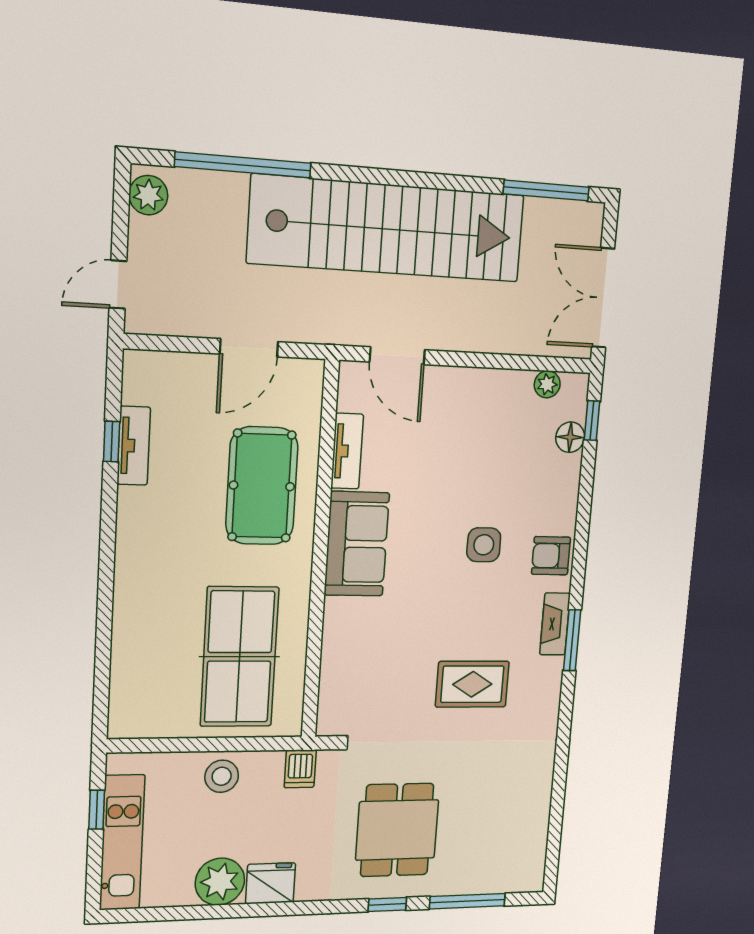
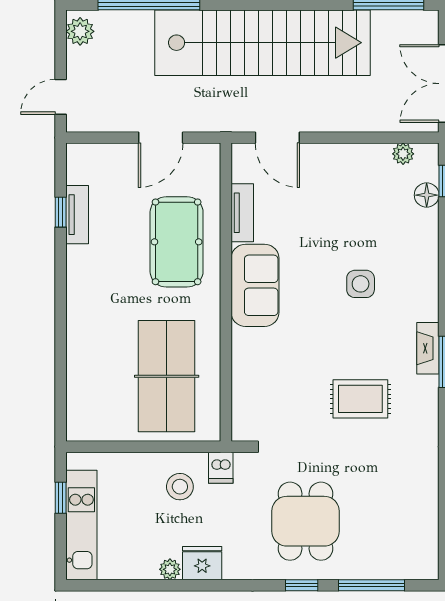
armchair: (551, 556) -> (419, 292), removed
stool: (222, 776) -> (180, 487), moved
plant: (220, 882) -> (170, 569), width x0.53, depth x0.53

